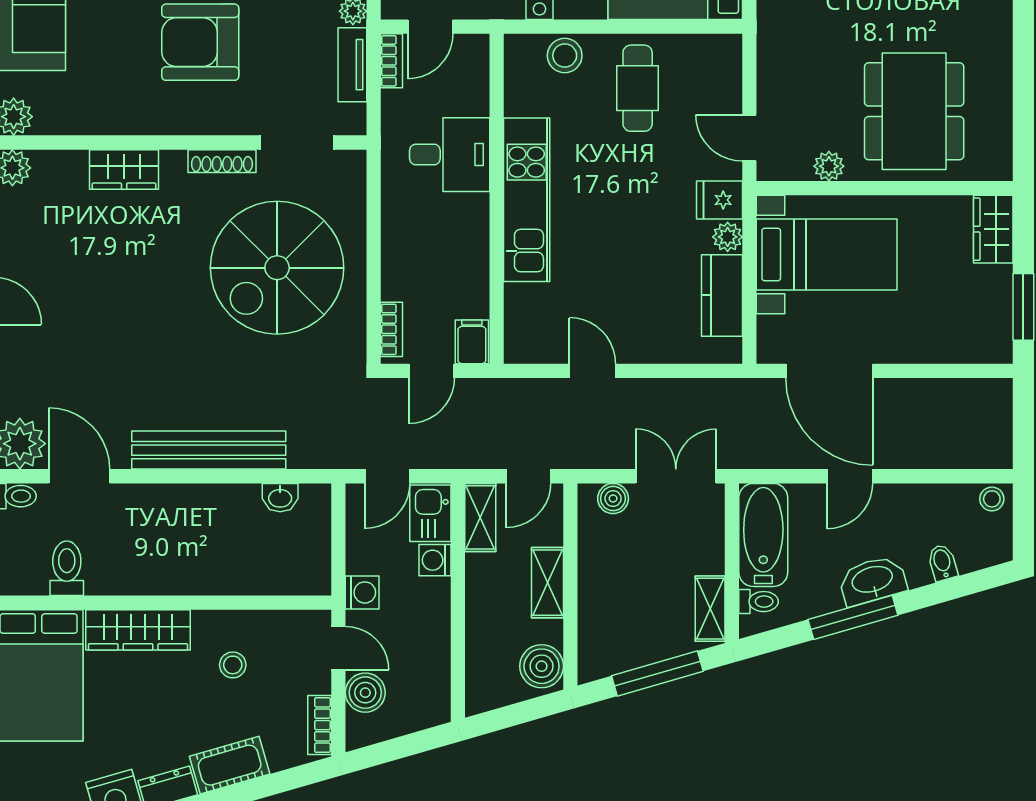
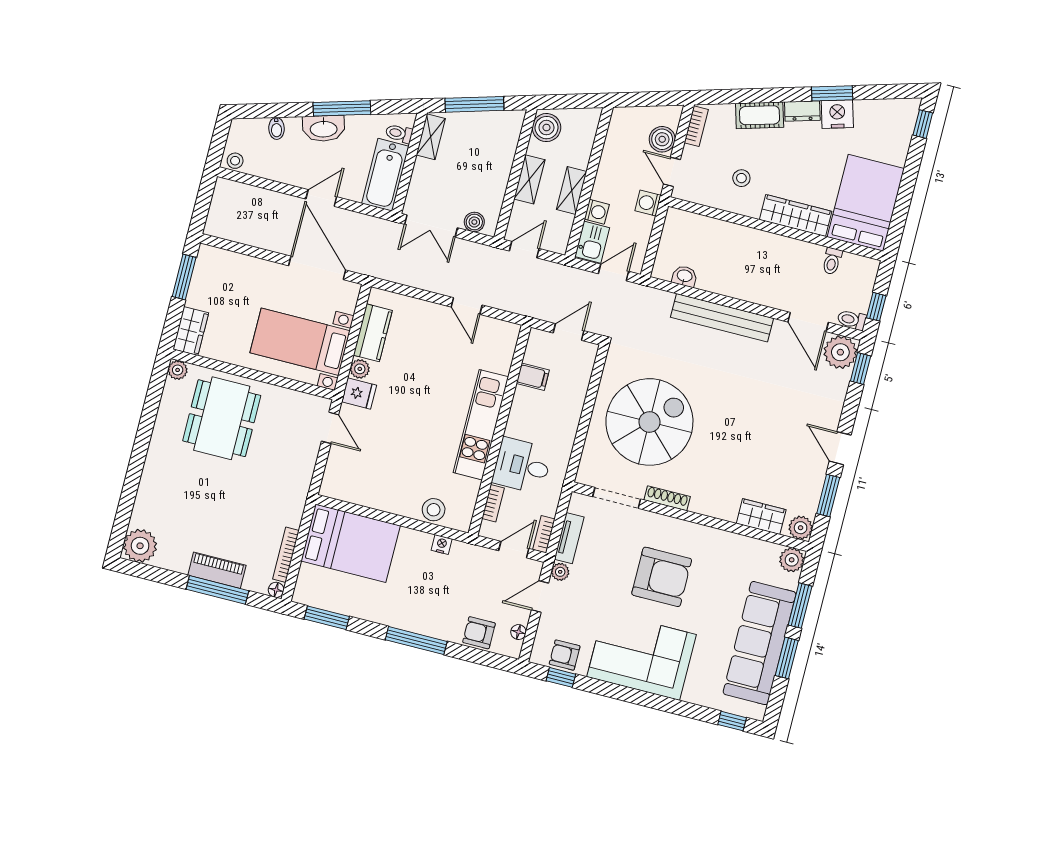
cafe table: (638, 88) -> (393, 477), removed
plant: (829, 166) -> (178, 370), moved
wardrobe: (124, 169) -> (761, 517), moved
bookcase: (391, 329) -> (493, 503), moved, turned 180
filing cabinet: (472, 342) -> (533, 377), moved, turned -90
shelving: (480, 517) -> (572, 190), moved
toilet: (67, 568) -> (832, 261), width x0.73, depth x0.72

